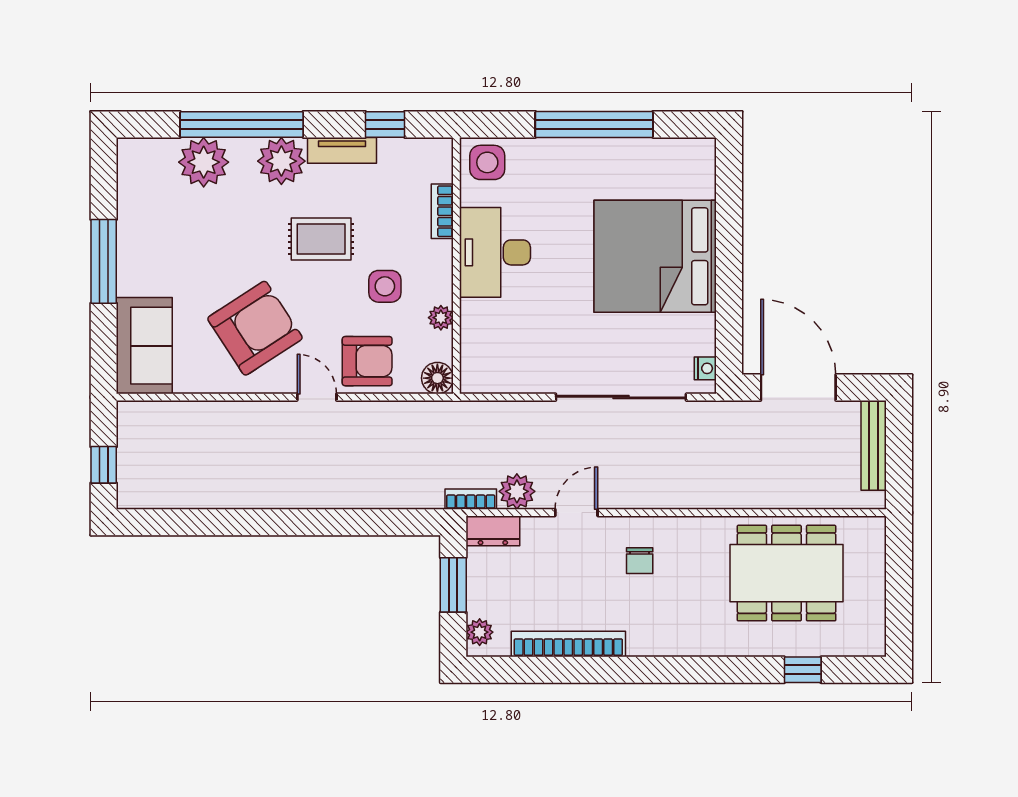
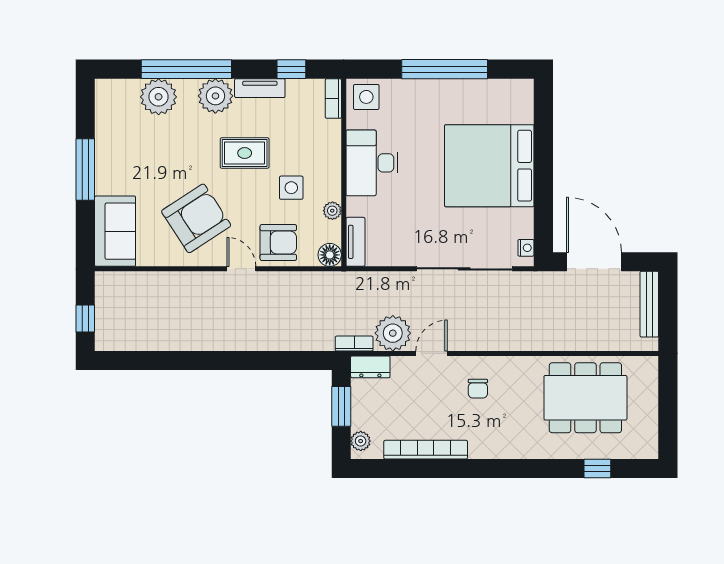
bookcase: (442, 211) -> (333, 98), moved
tv unit: (472, 360) -> (355, 242), added
plant: (517, 491) -> (393, 333), width x1.36, depth x1.36

